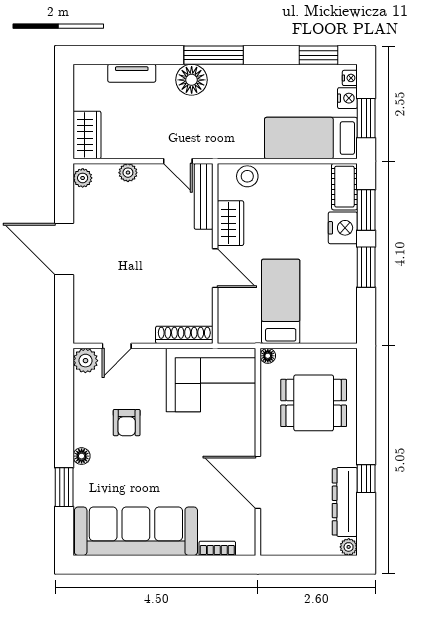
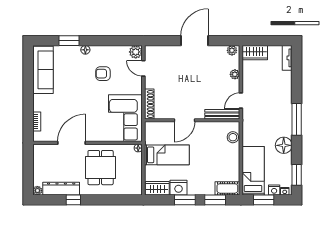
tv unit: (132, 73) -> (287, 58), moved
floor lamp: (192, 80) -> (284, 145), moved
wardrobe: (230, 223) -> (157, 188), moved, turned 180
nightstand: (343, 228) -> (179, 188), moved
dining table: (314, 403) -> (101, 168), moved
sofa: (136, 531) -> (43, 70), width x0.74, depth x0.79

